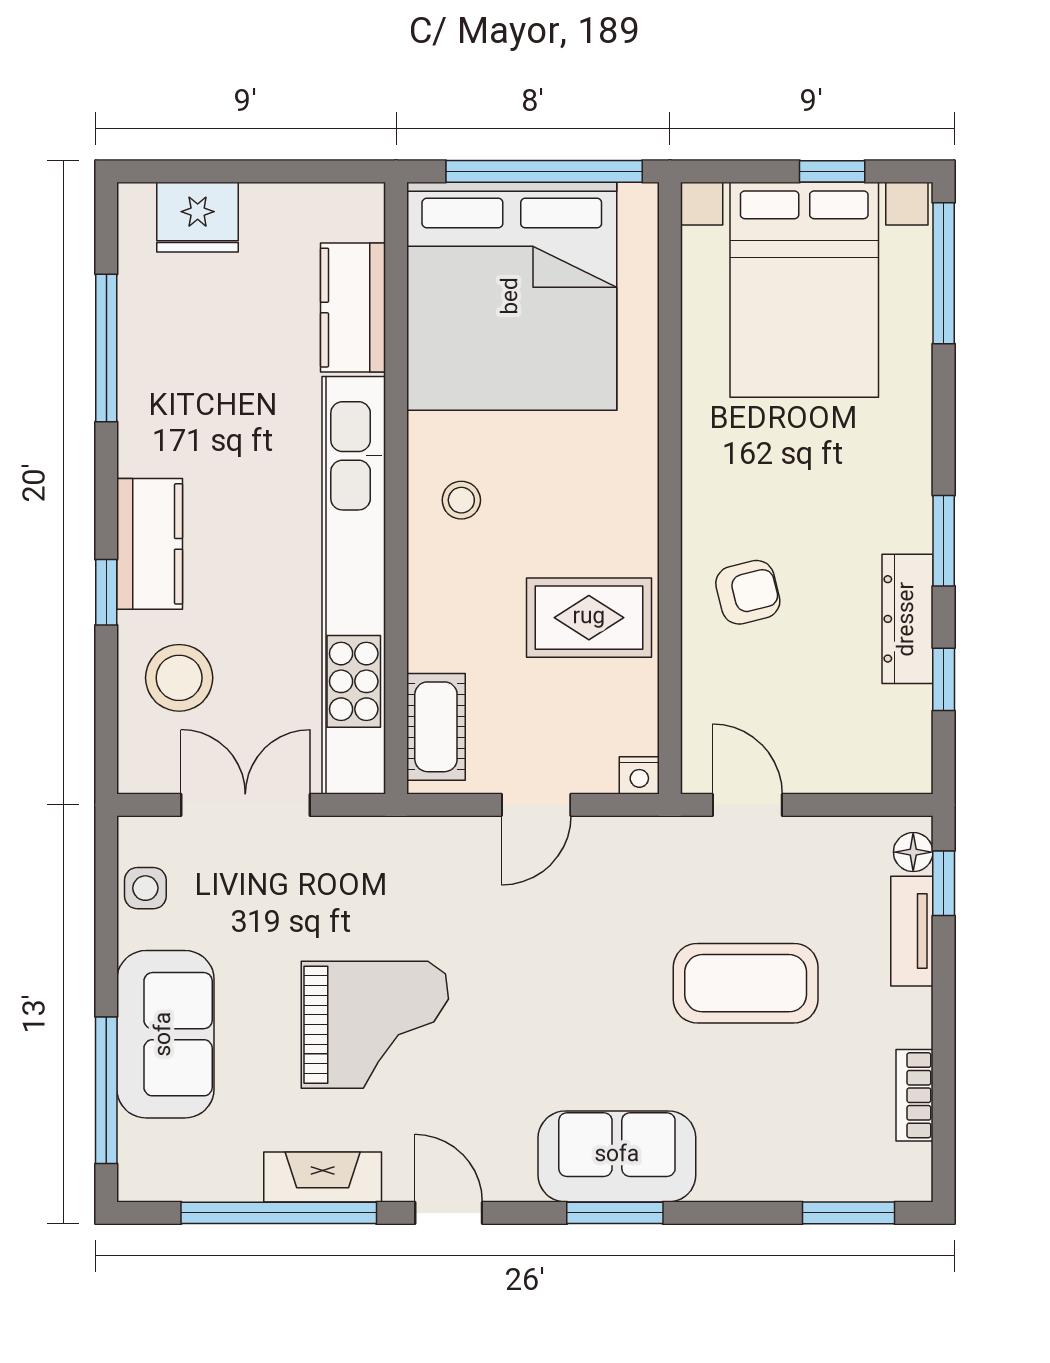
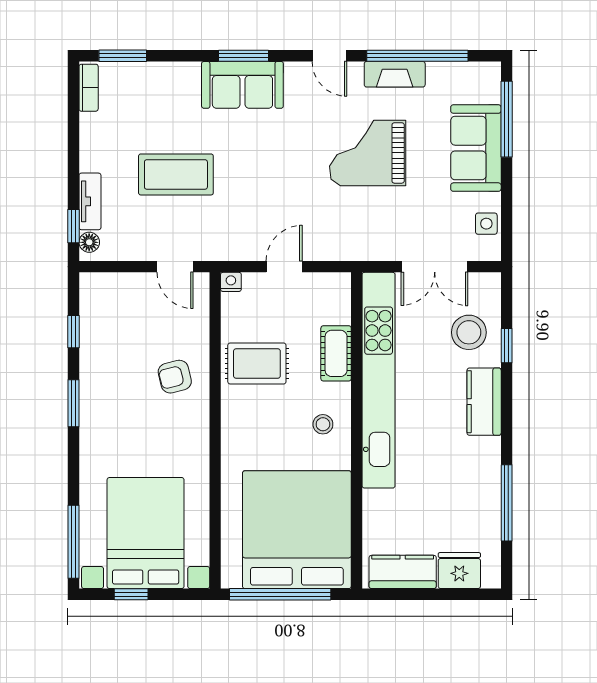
kitchen counter: (353, 308) -> (403, 572), moved, turned -90
window: (106, 592) -> (507, 346), moved
dresser: (908, 619) -> (92, 363), removed
cot: (436, 727) -> (336, 353), moved
bookcase: (915, 1095) -> (89, 88), moved

